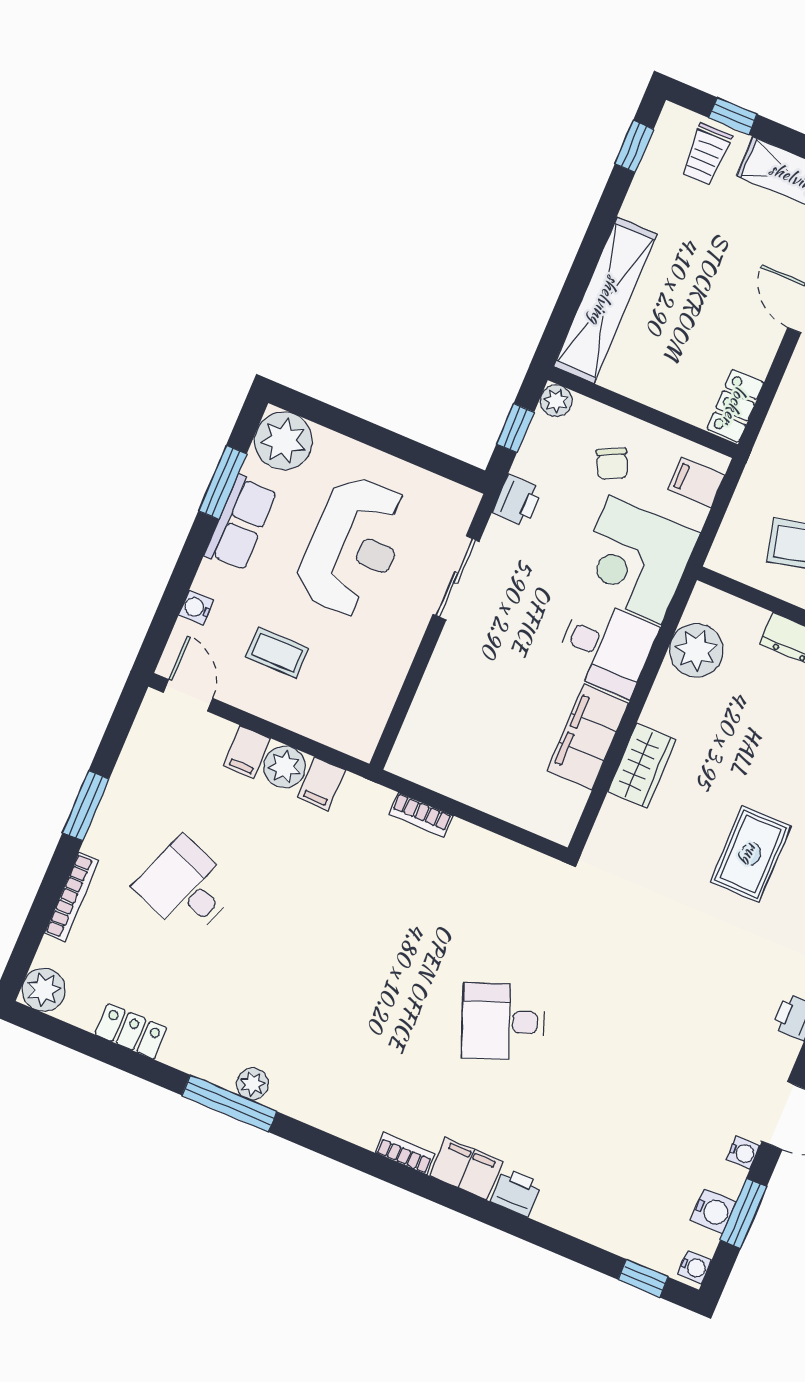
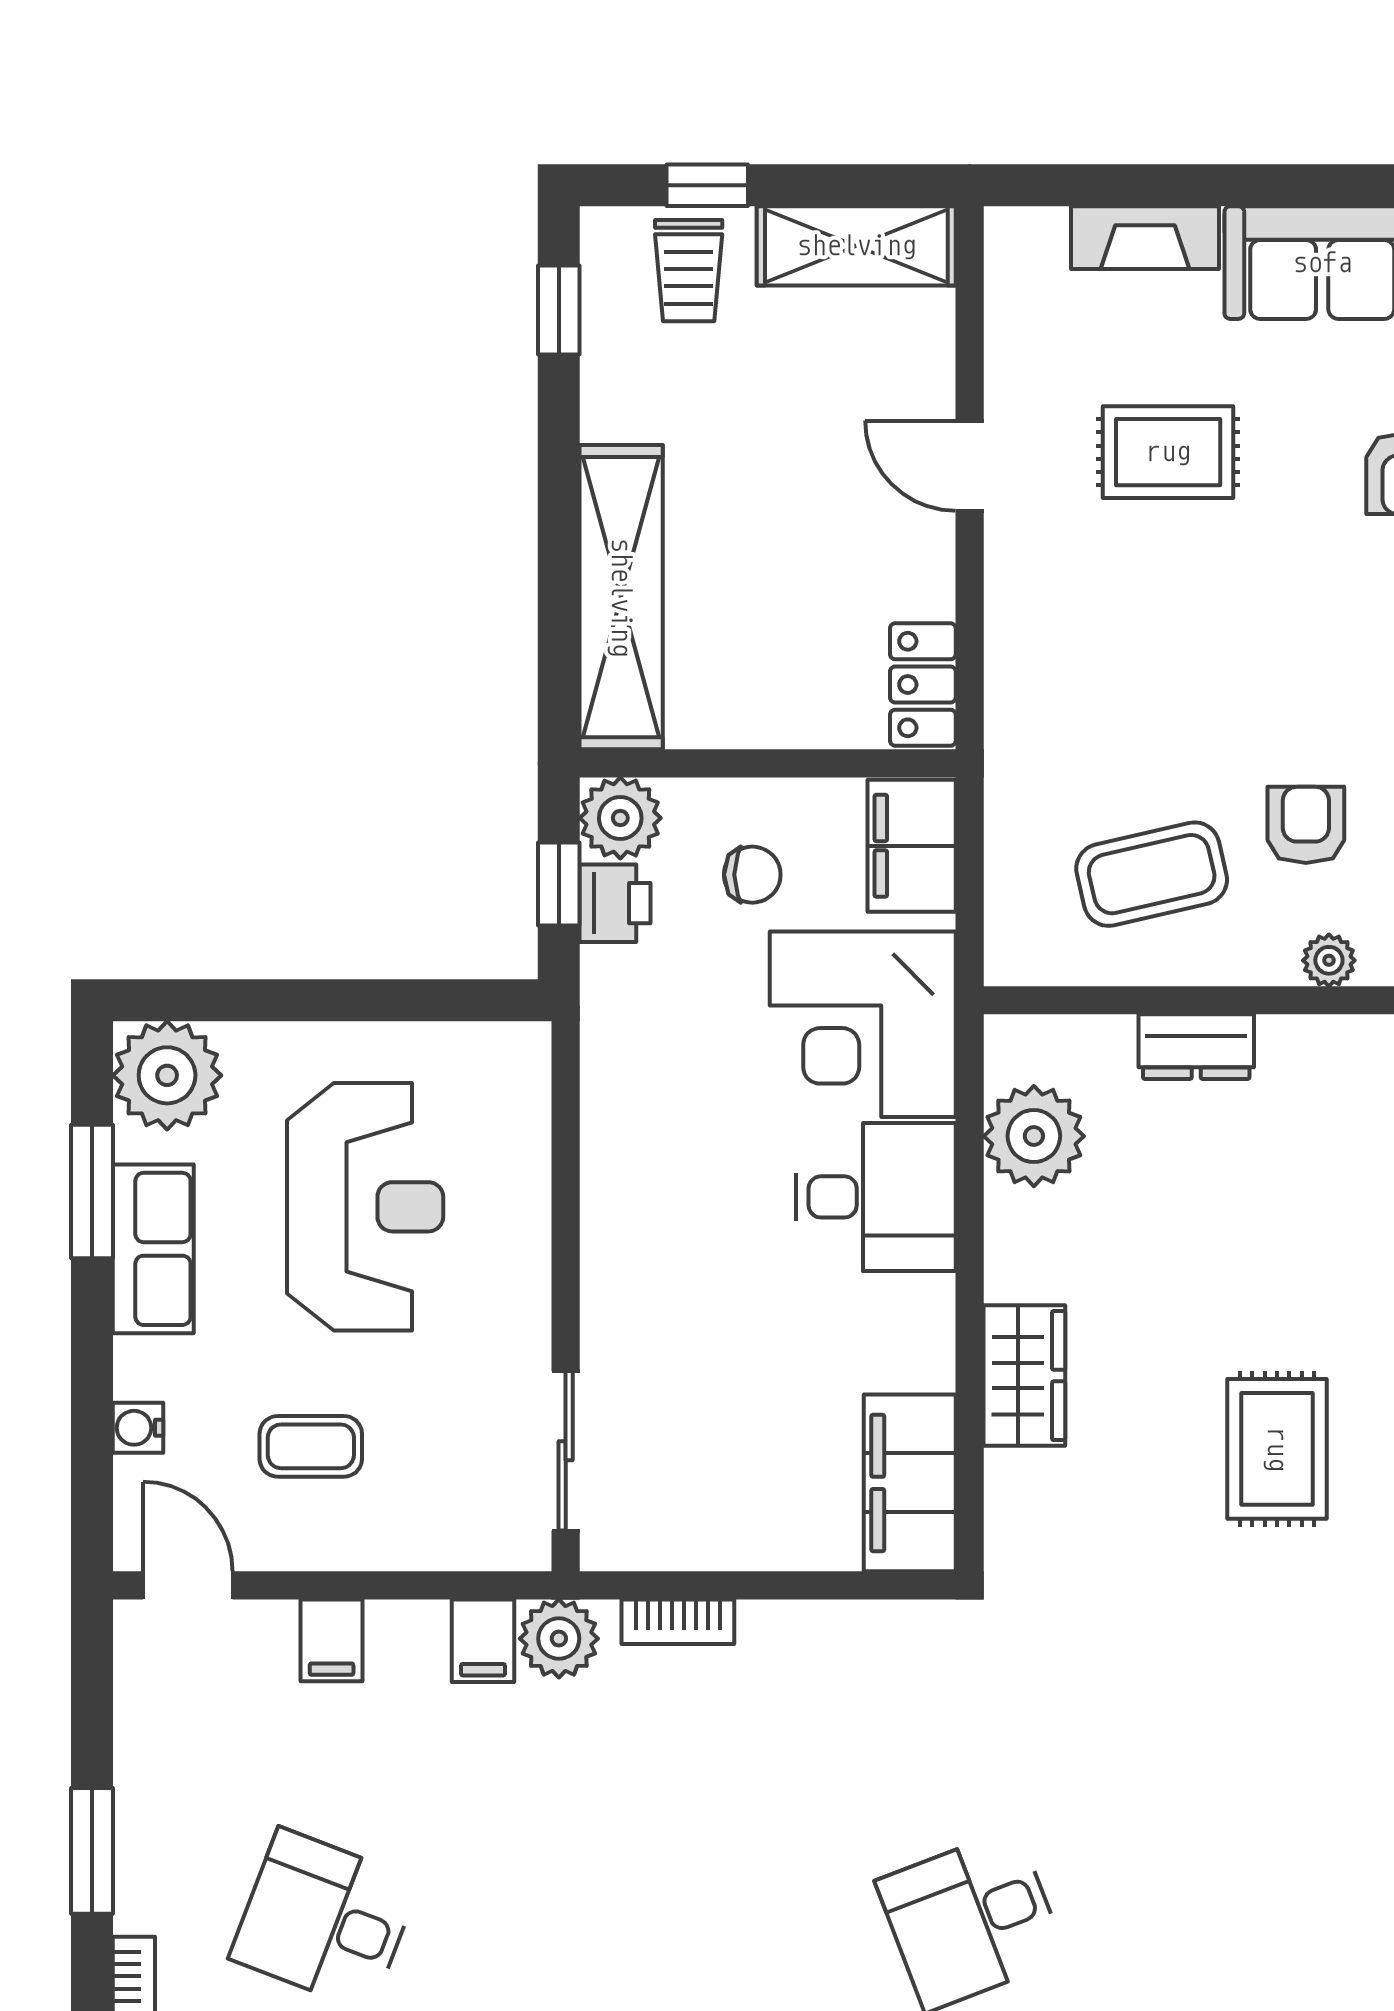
plant: (556, 401) -> (620, 818), width x1.38, depth x1.38
chair: (612, 464) -> (752, 875), turned -64
filing cabinet: (696, 482) -> (912, 846), width x2.00
printer: (517, 501) -> (615, 903), moved
sliding door: (456, 578) -> (566, 1451), moved
filing cabinet: (588, 737) -> (910, 1483), moved
plant: (285, 767) -> (559, 1639), moved

